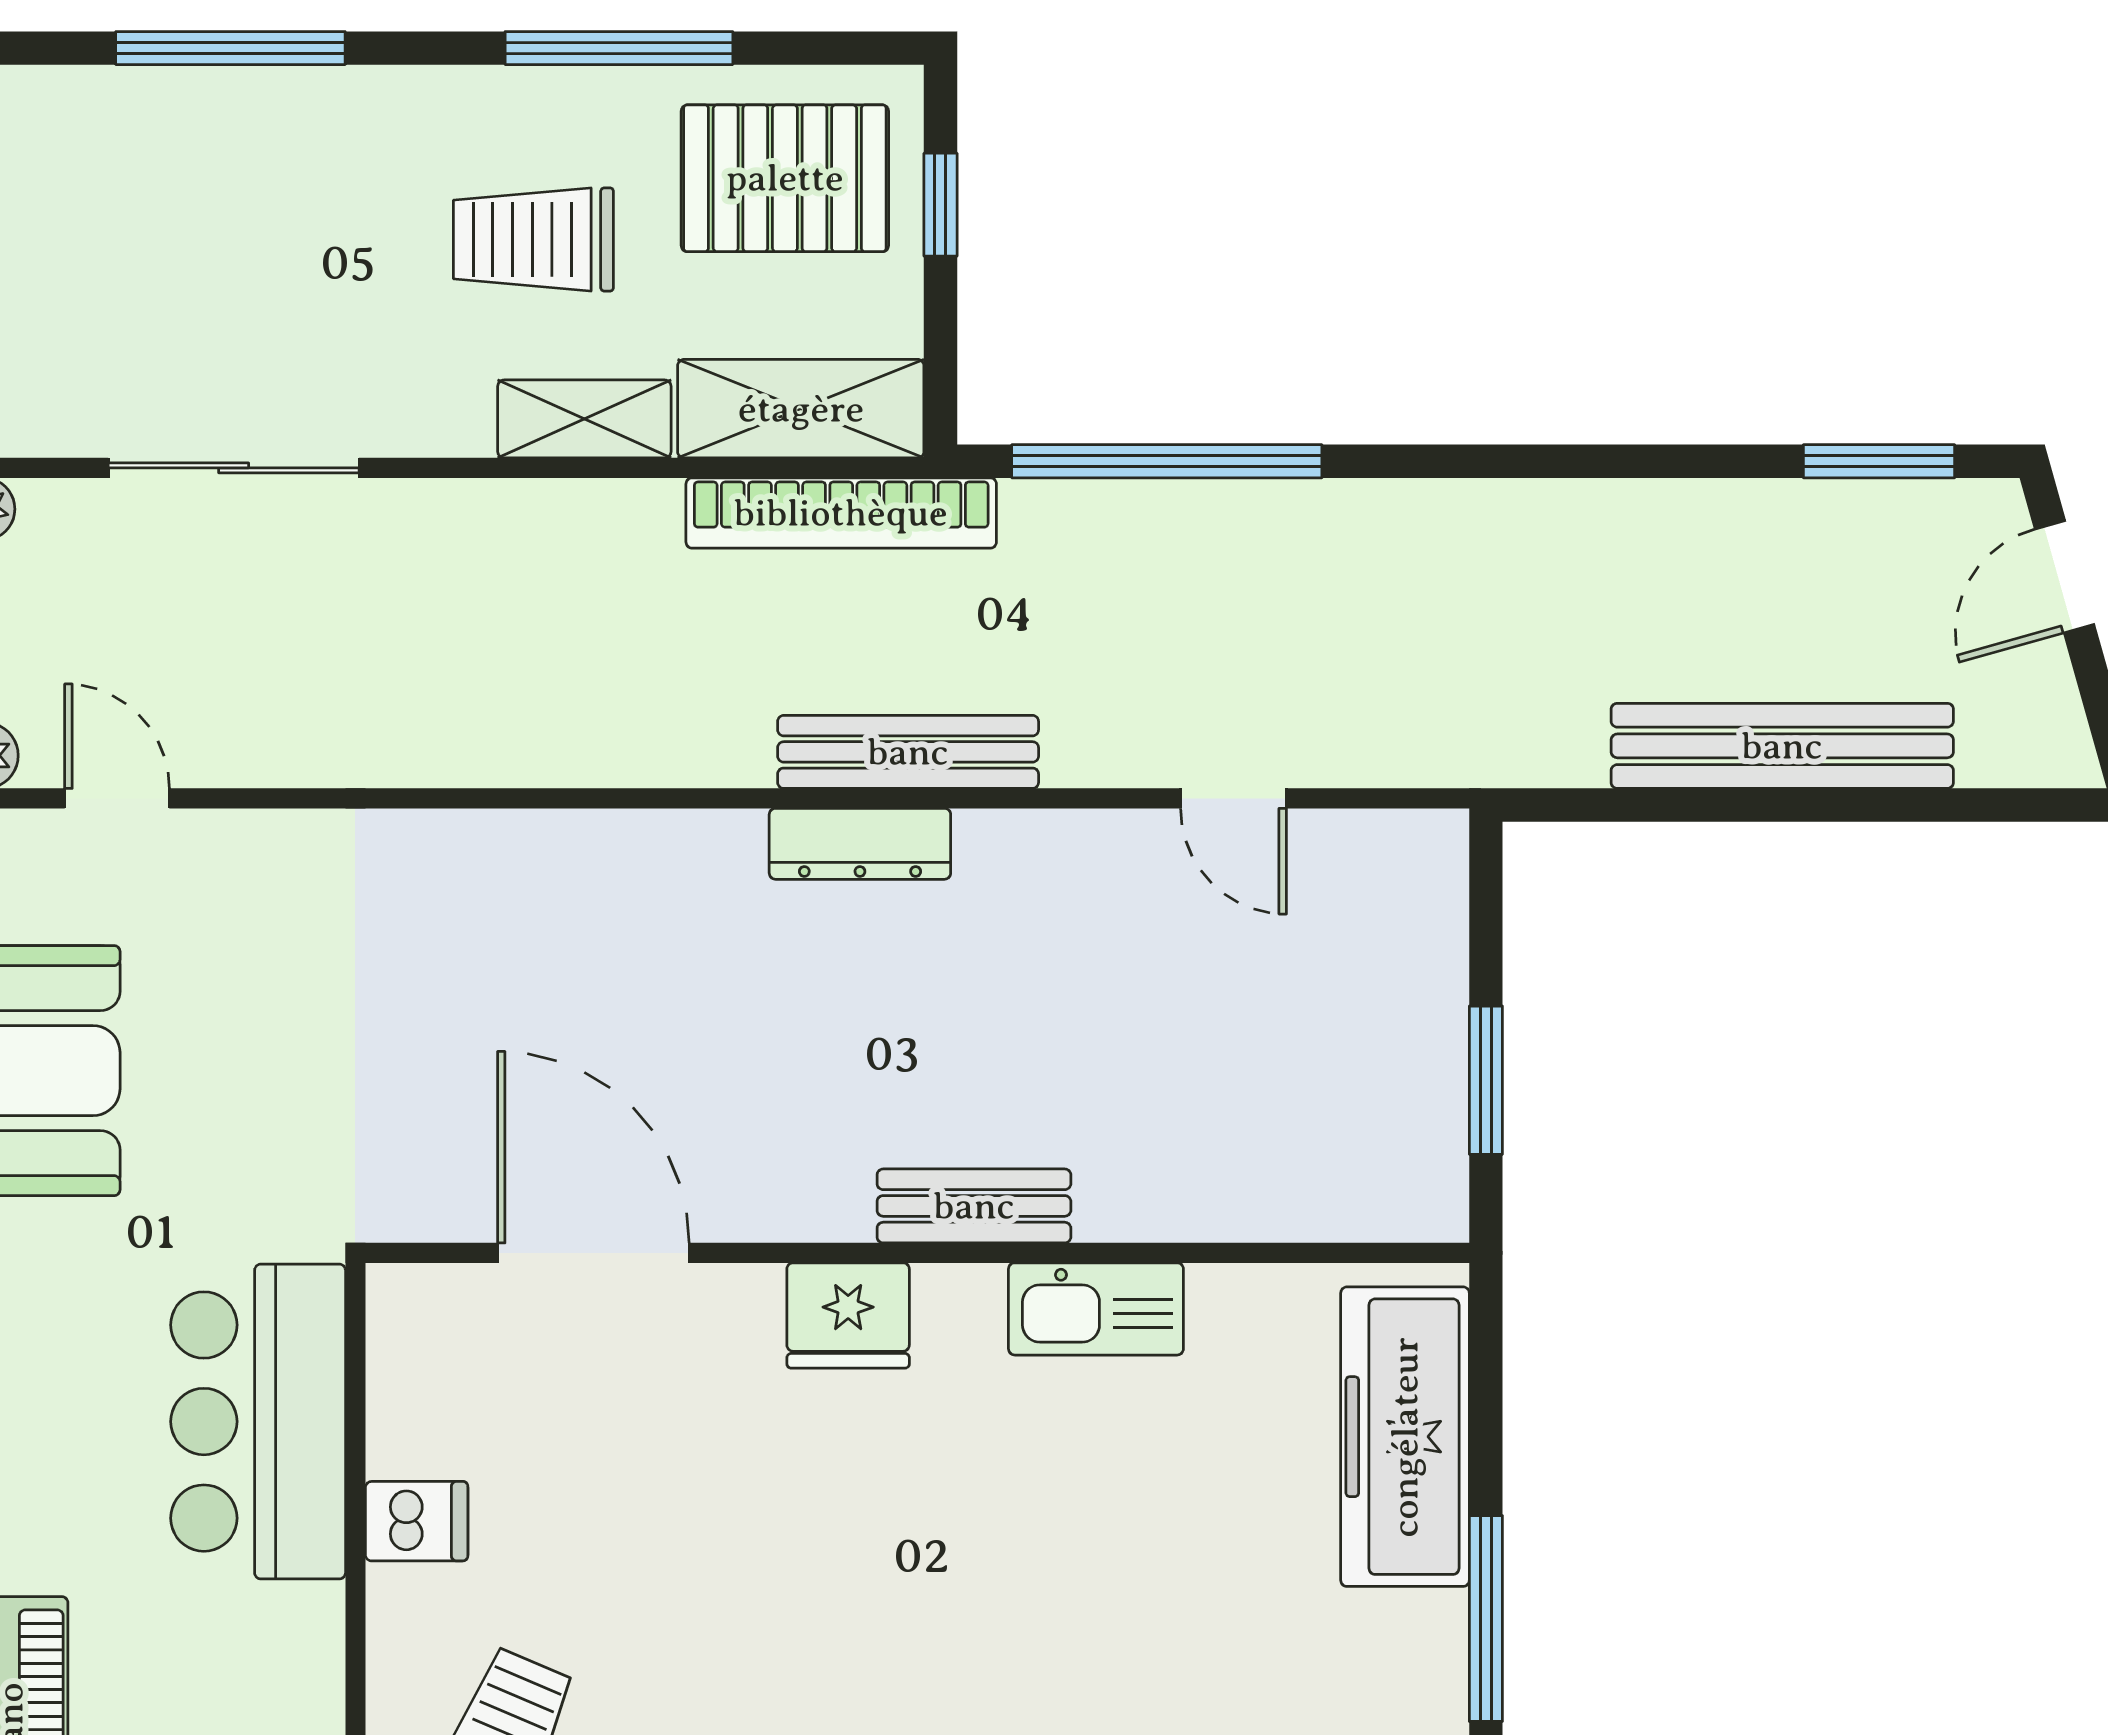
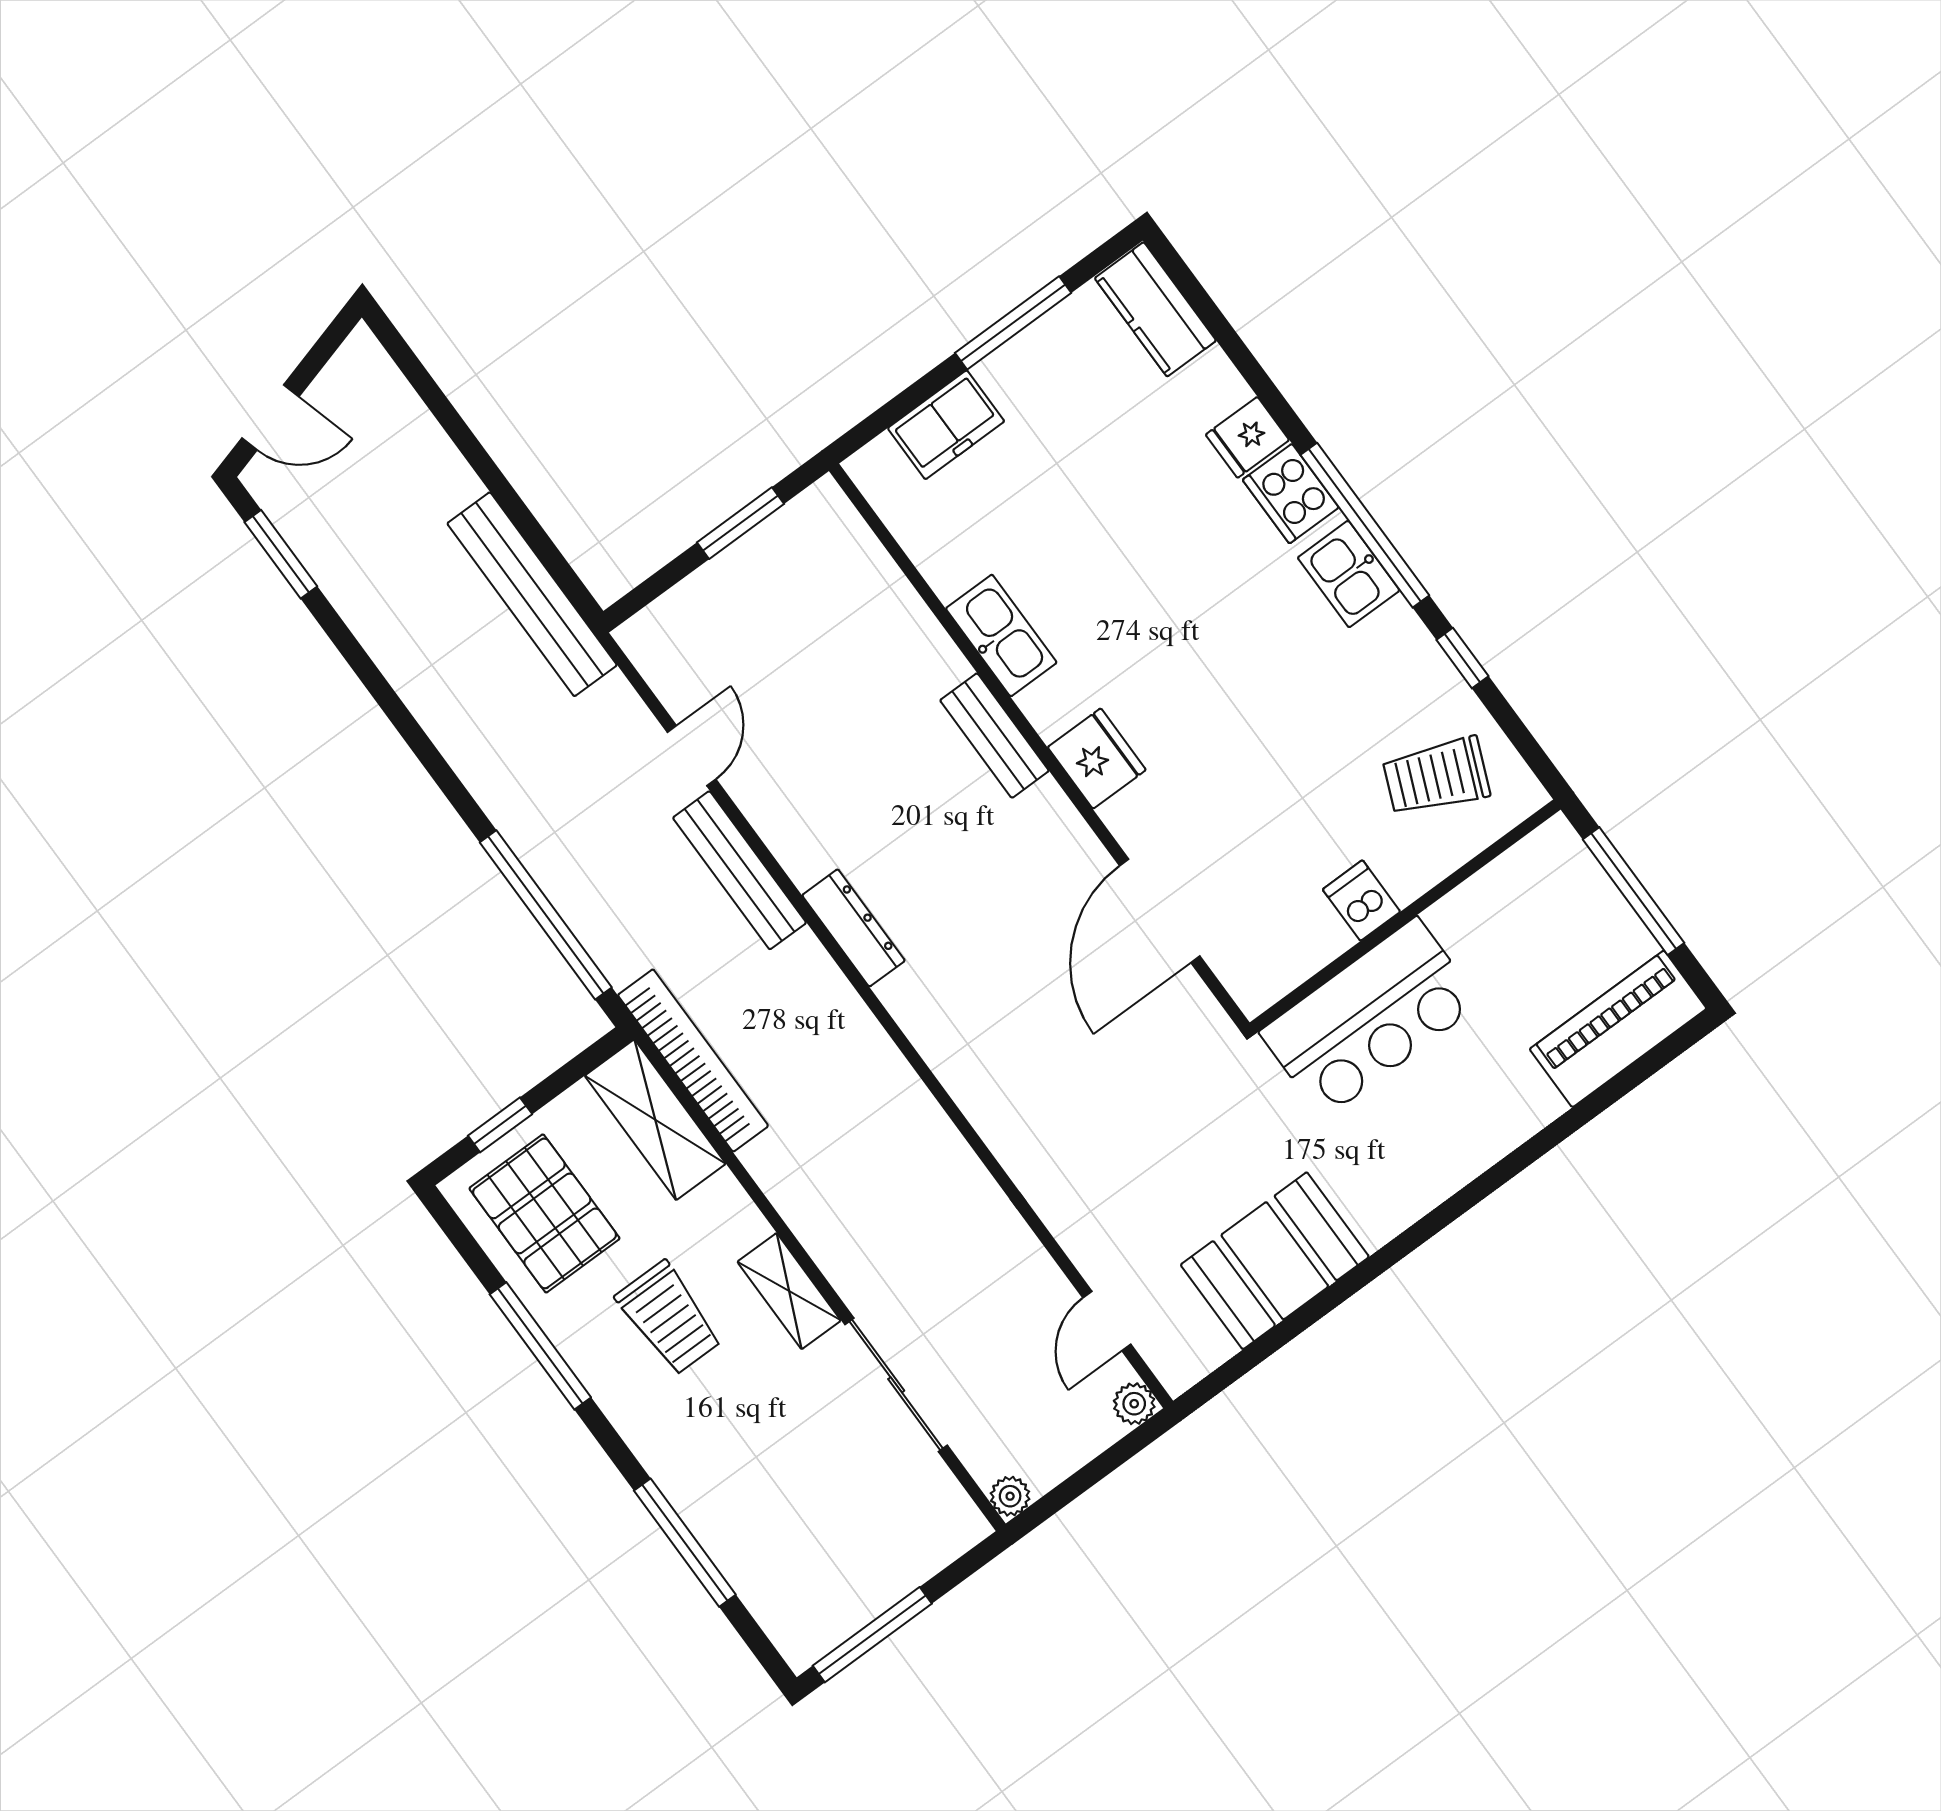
shelving: (584, 419) -> (789, 1291), moved
bench: (1782, 746) -> (532, 594), moved
bench: (908, 752) -> (740, 870), moved
freezer: (1405, 1437) -> (946, 425), width x0.52, depth x0.79

